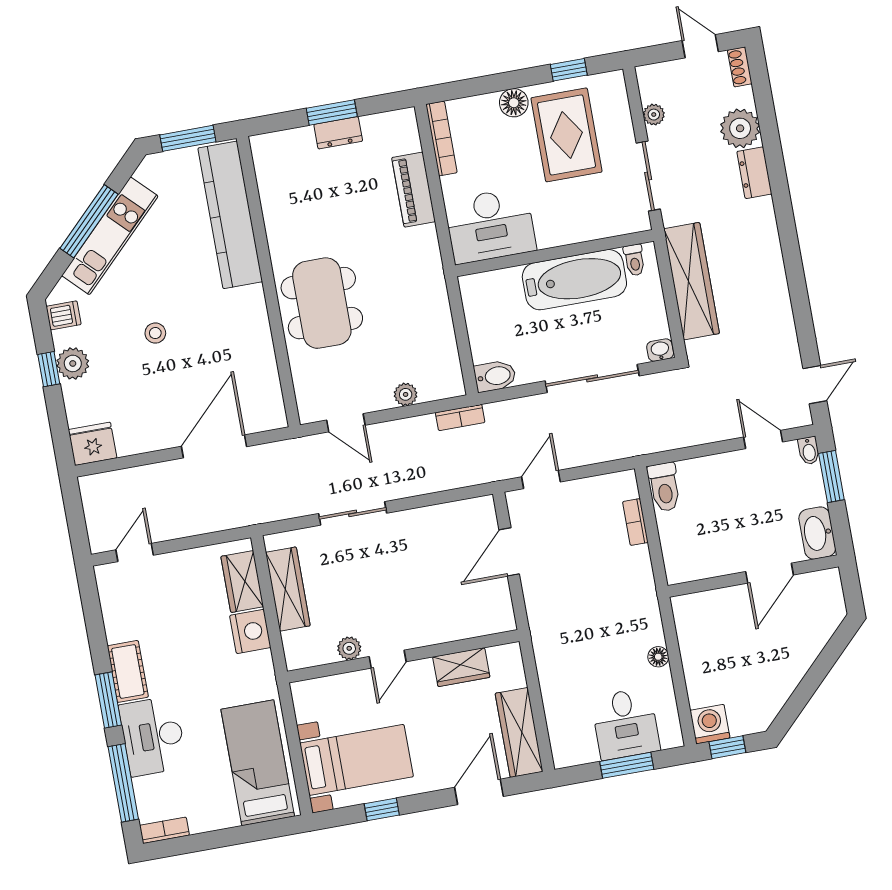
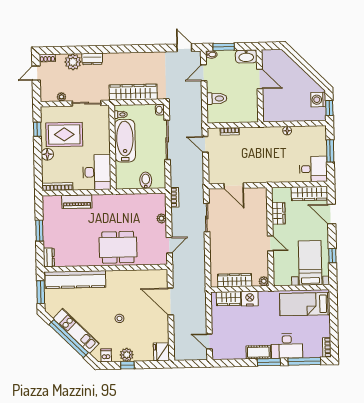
dresser: (338, 133) -> (49, 257), moved
window: (89, 221) -> (69, 339), width x1.46
bidet: (495, 376) -> (146, 180), moved
door: (541, 479) -> (205, 144), moved
toilet: (664, 487) -> (217, 98), moved
sliding door: (353, 513) -> (207, 217), moved
plant: (349, 648) -> (264, 281), moved
desk: (625, 724) -> (313, 169), moved
washing machine: (710, 724) -> (318, 100), moved

